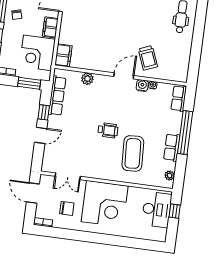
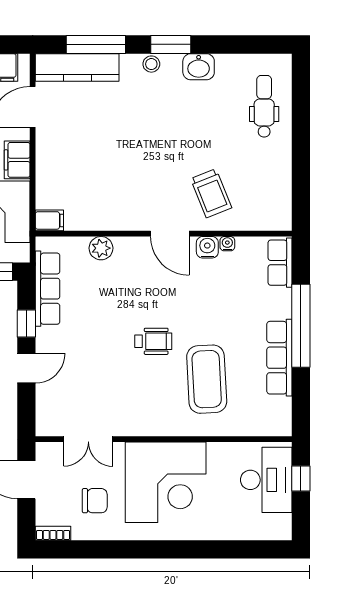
filing cabinet: (63, 55) -> (49, 220), width x0.50
door: (124, 76) -> (170, 234), swing flipped
row of seats: (172, 147) -> (279, 358), width x1.48
plant: (170, 175) -> (282, 412), removed

